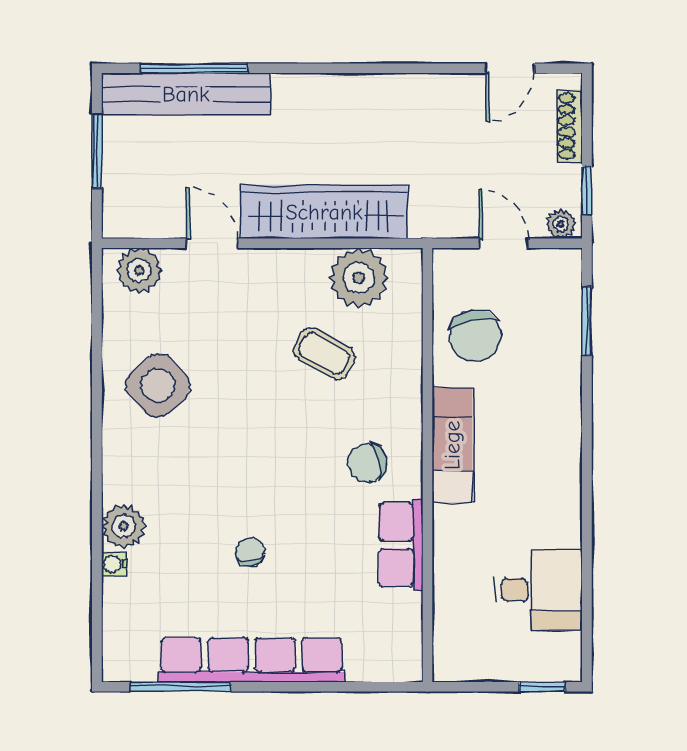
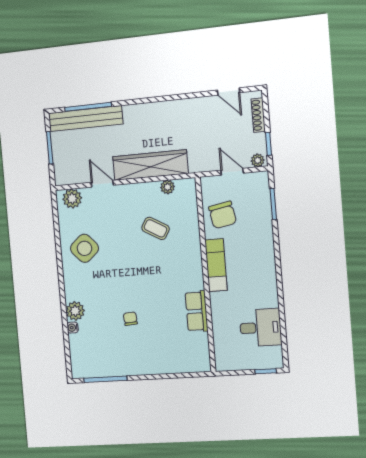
door: (510, 68) -> (229, 91), hinge flipped
plant: (359, 278) -> (168, 187), width x0.53, depth x0.53
chair: (367, 463) -> (179, 276), removed
row of seats: (251, 660) -> (135, 366), removed

